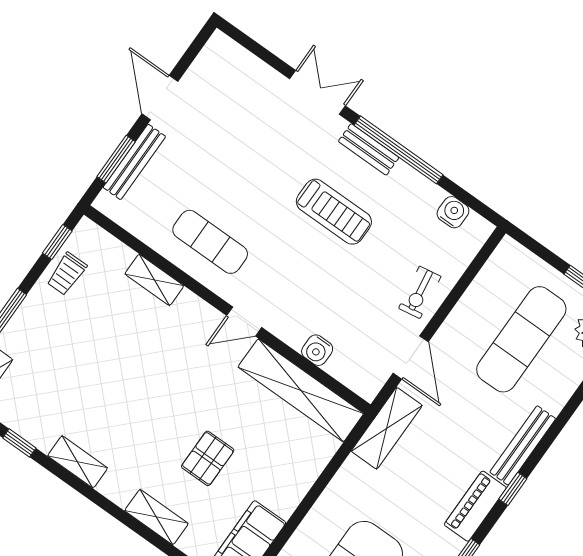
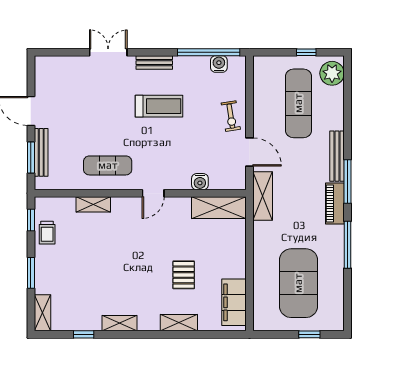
window: (398, 150) -> (209, 52), moved
shelving: (301, 390) -> (219, 208), width x0.68
window: (513, 489) -> (348, 181), width x2.17

